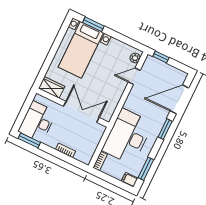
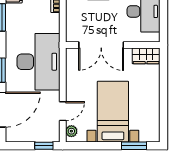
bed with nightstands: (81, 50) -> (113, 112), moved
desk: (127, 137) -> (38, 62), moved

